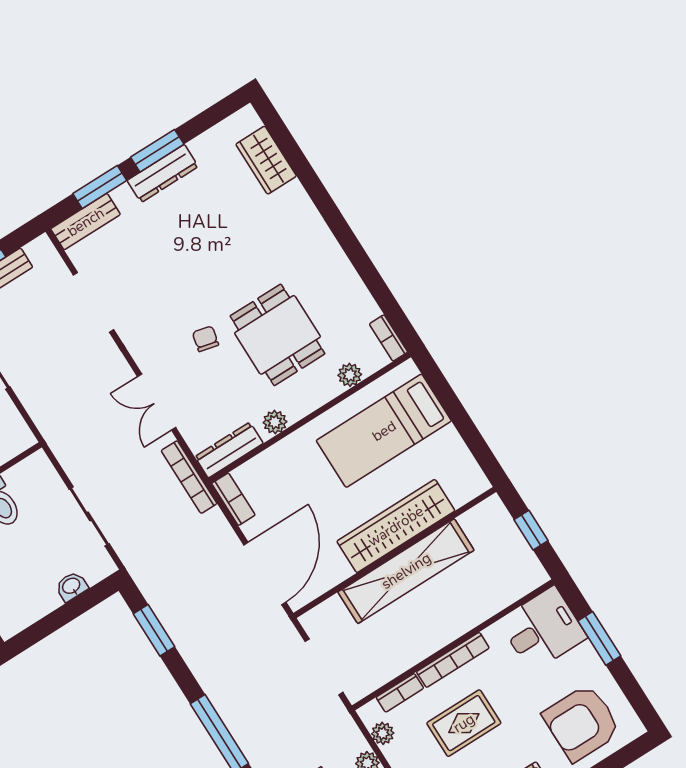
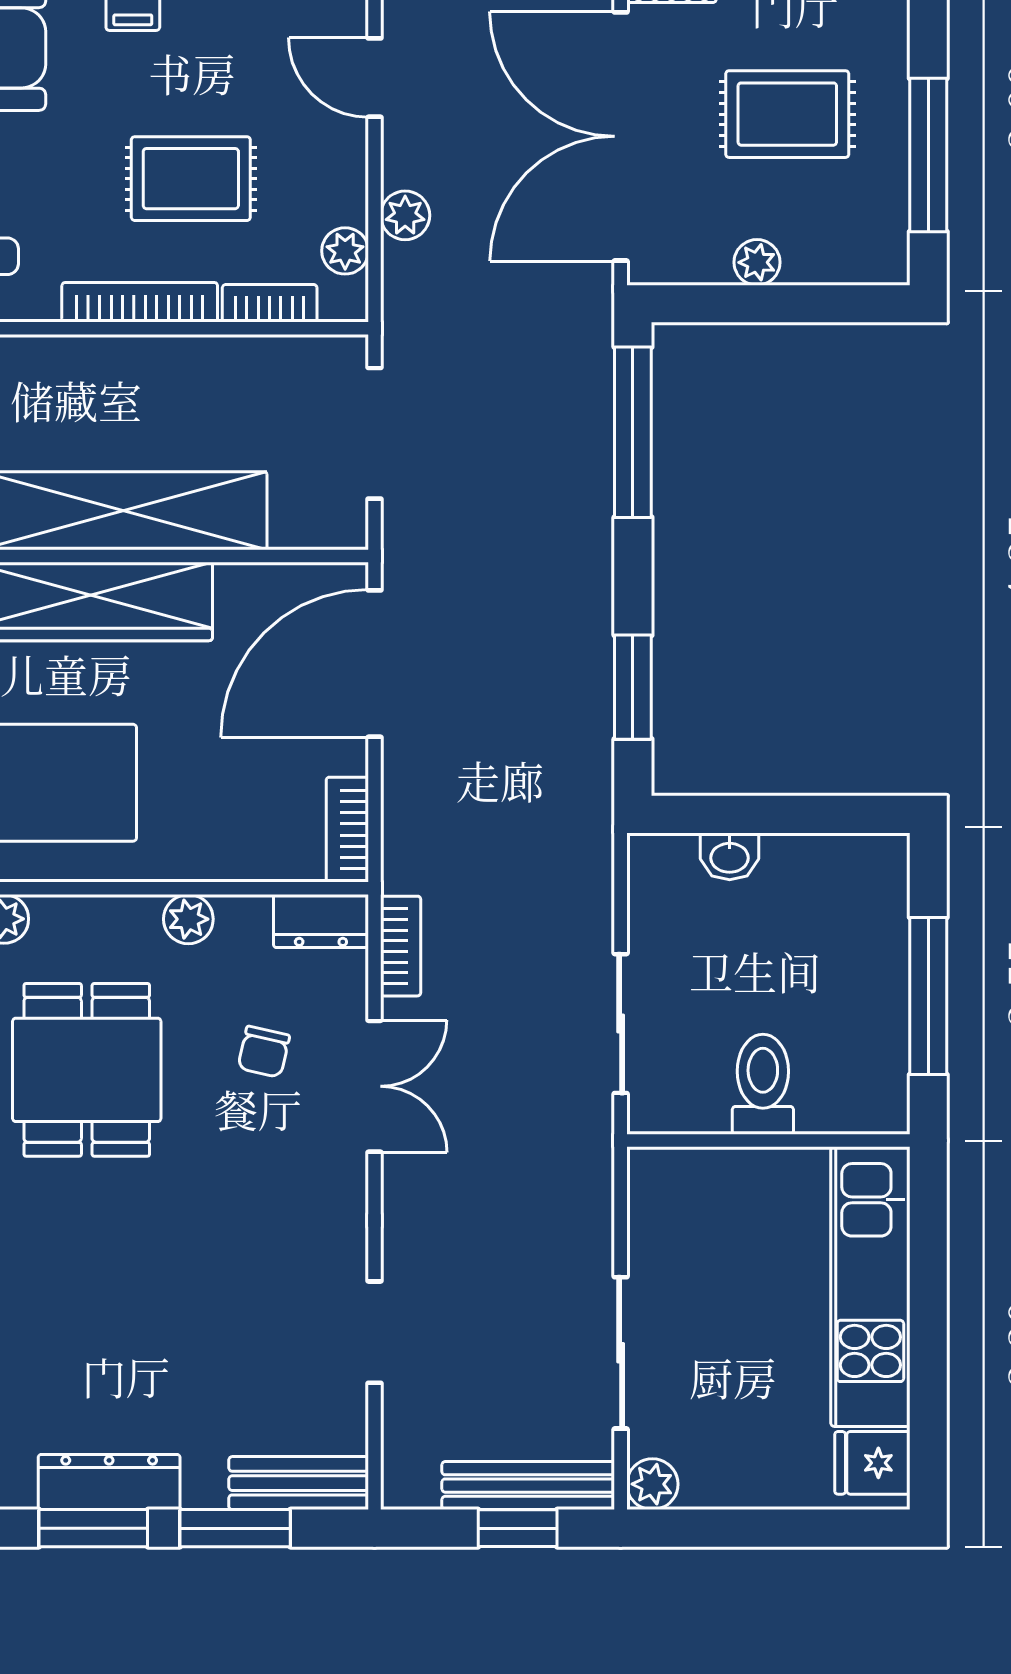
doorway: (93, 302) -> (374, 1332), width x0.73
chair: (205, 339) -> (264, 1052), moved
dresser: (229, 450) -> (321, 921), width x0.70
bookcase: (189, 477) -> (401, 946), width x0.64
sliding door: (89, 516) -> (621, 1024), moved

